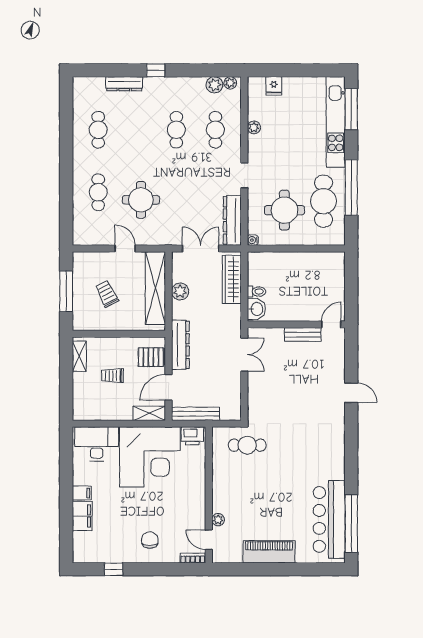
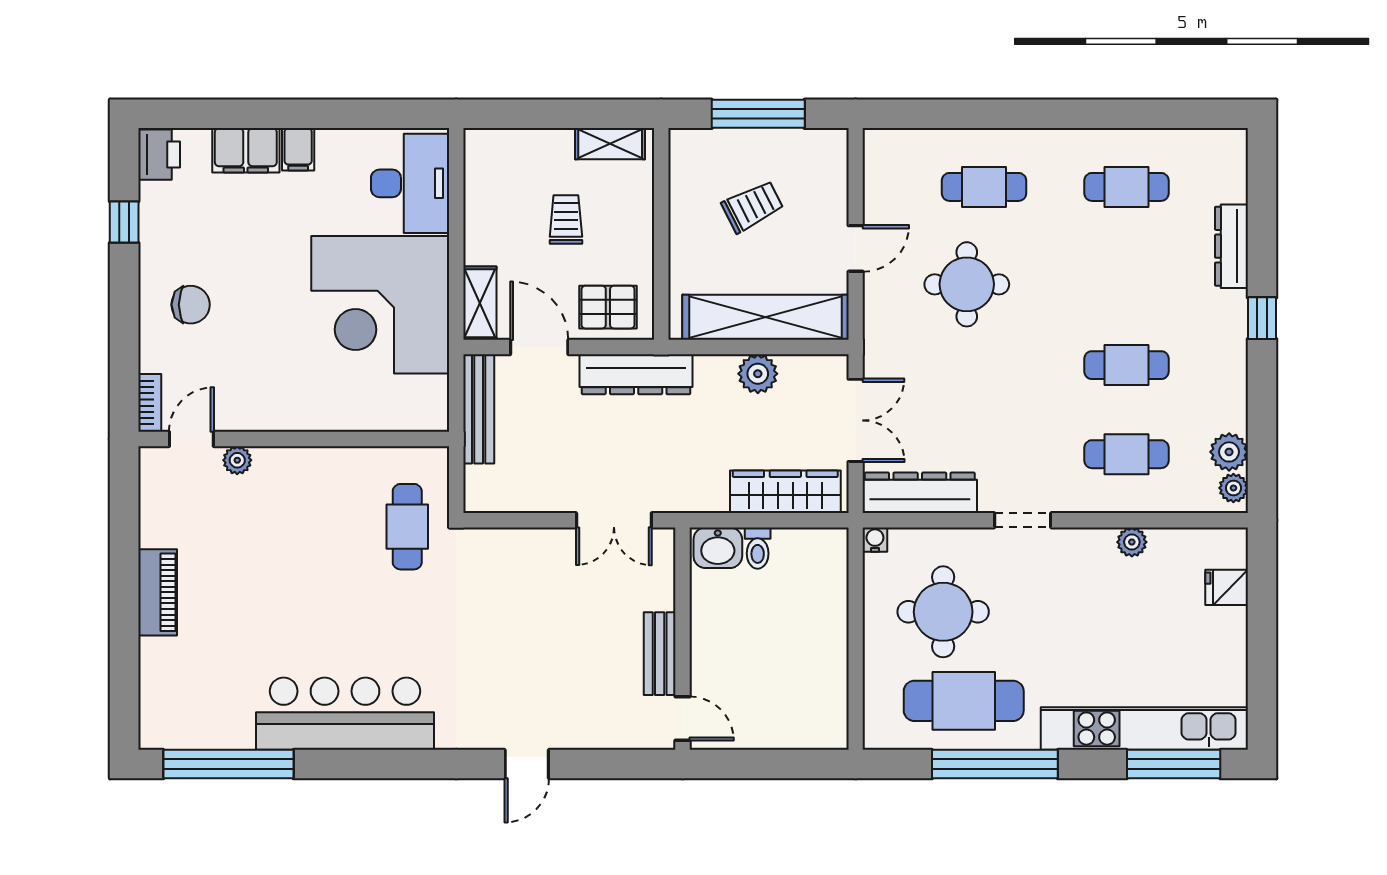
pallet: (151, 357) -> (608, 307), turned 90
printer: (192, 436) -> (159, 155), moved, turned 180
bar counter: (329, 519) -> (345, 714), moved
piano: (269, 552) -> (158, 592), width x0.73, depth x0.75

